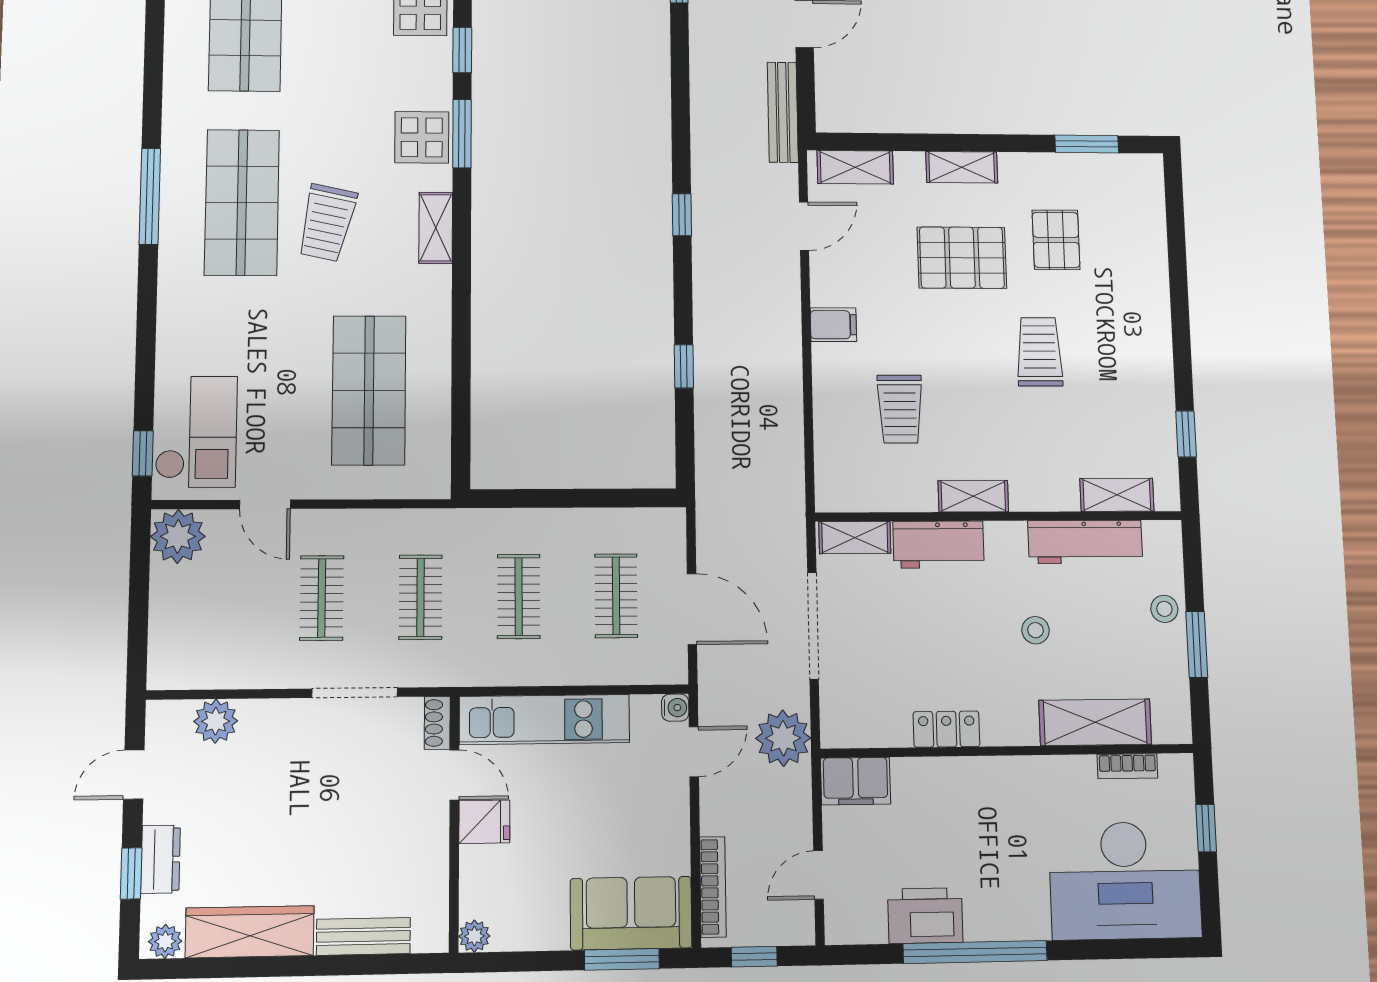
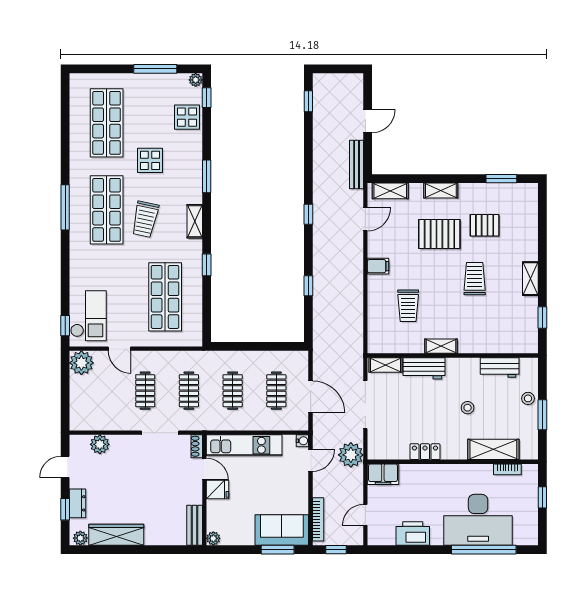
window: (462, 50) -> (207, 265), moved
display table: (422, 137) -> (150, 160), moved
pallet: (1056, 240) -> (485, 225), turned 90
shelving: (1117, 495) -> (530, 279), moved, turned 90
workbench: (1085, 542) -> (500, 368), width x0.73
desk: (1125, 880) -> (478, 520), moved
bench: (363, 936) -> (195, 525), moved, turned 90
window: (975, 952) -> (484, 550), moved

